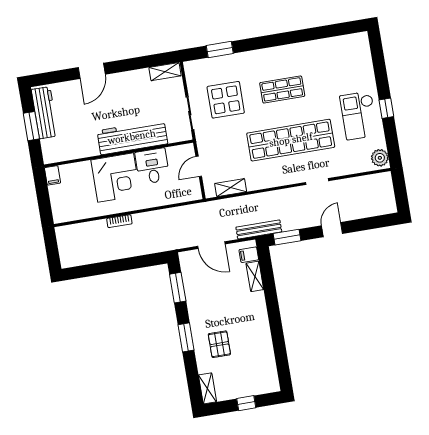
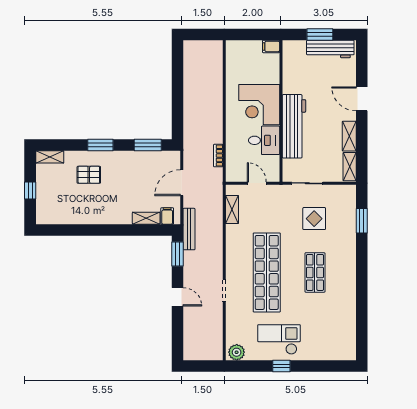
shelving: (133, 77) -> (349, 136), added
display table: (226, 100) -> (314, 219), width x0.73, depth x0.73
bookcase: (119, 221) -> (218, 156), moved

